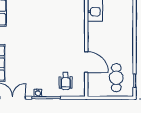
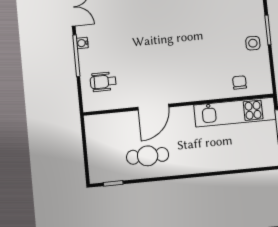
door: (86, 62) -> (153, 107), moved
cafe table: (116, 78) -> (148, 156), moved

